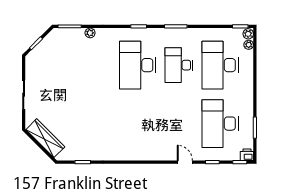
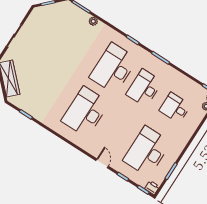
desk: (220, 65) -> (175, 108), width x0.53, depth x0.77
desk: (138, 124) -> (85, 112), added

